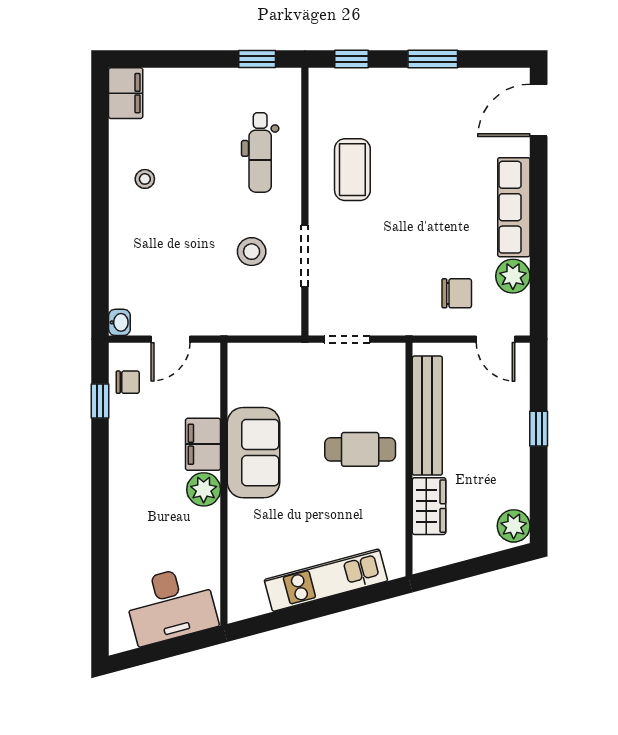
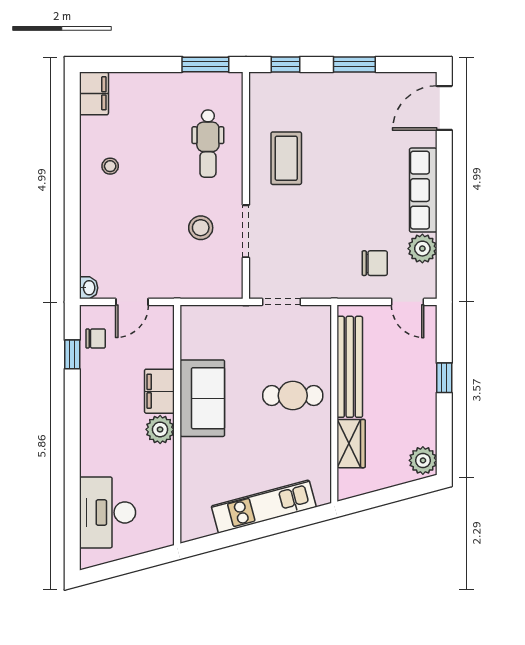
window: (257, 59) -> (205, 64), width x1.50
desk: (171, 605) -> (107, 512), moved, turned 105

